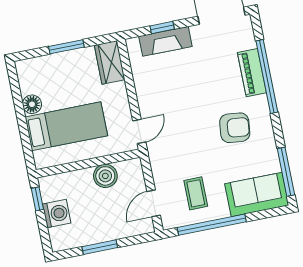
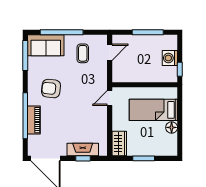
boiler: (105, 176) -> (136, 75), removed
window: (212, 225) -> (62, 32), moved
window: (100, 247) -> (148, 32), width x1.44

